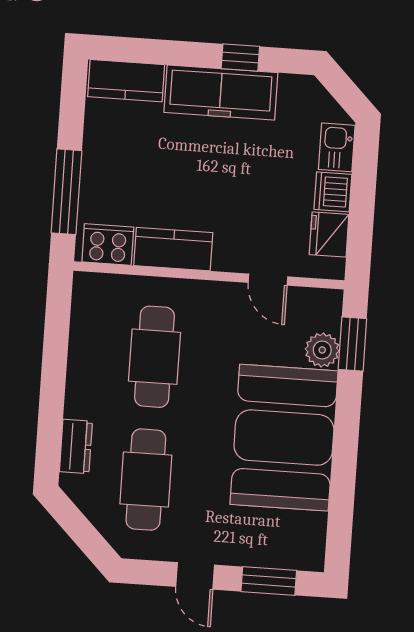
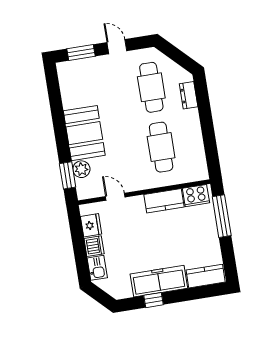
booth: (284, 438) -> (84, 133), width x0.73, depth x0.70

